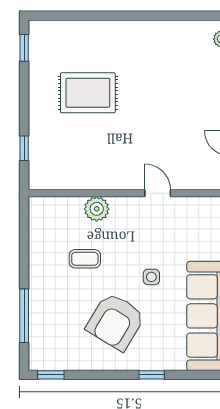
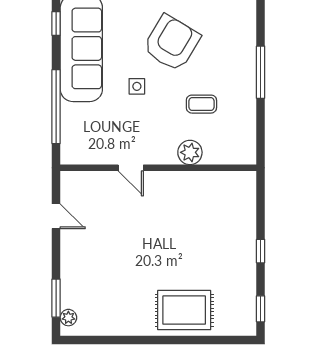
rug: (88, 93) -> (184, 310), moved
window: (24, 148) -> (261, 251), moved
window: (24, 316) -> (261, 72), moved

